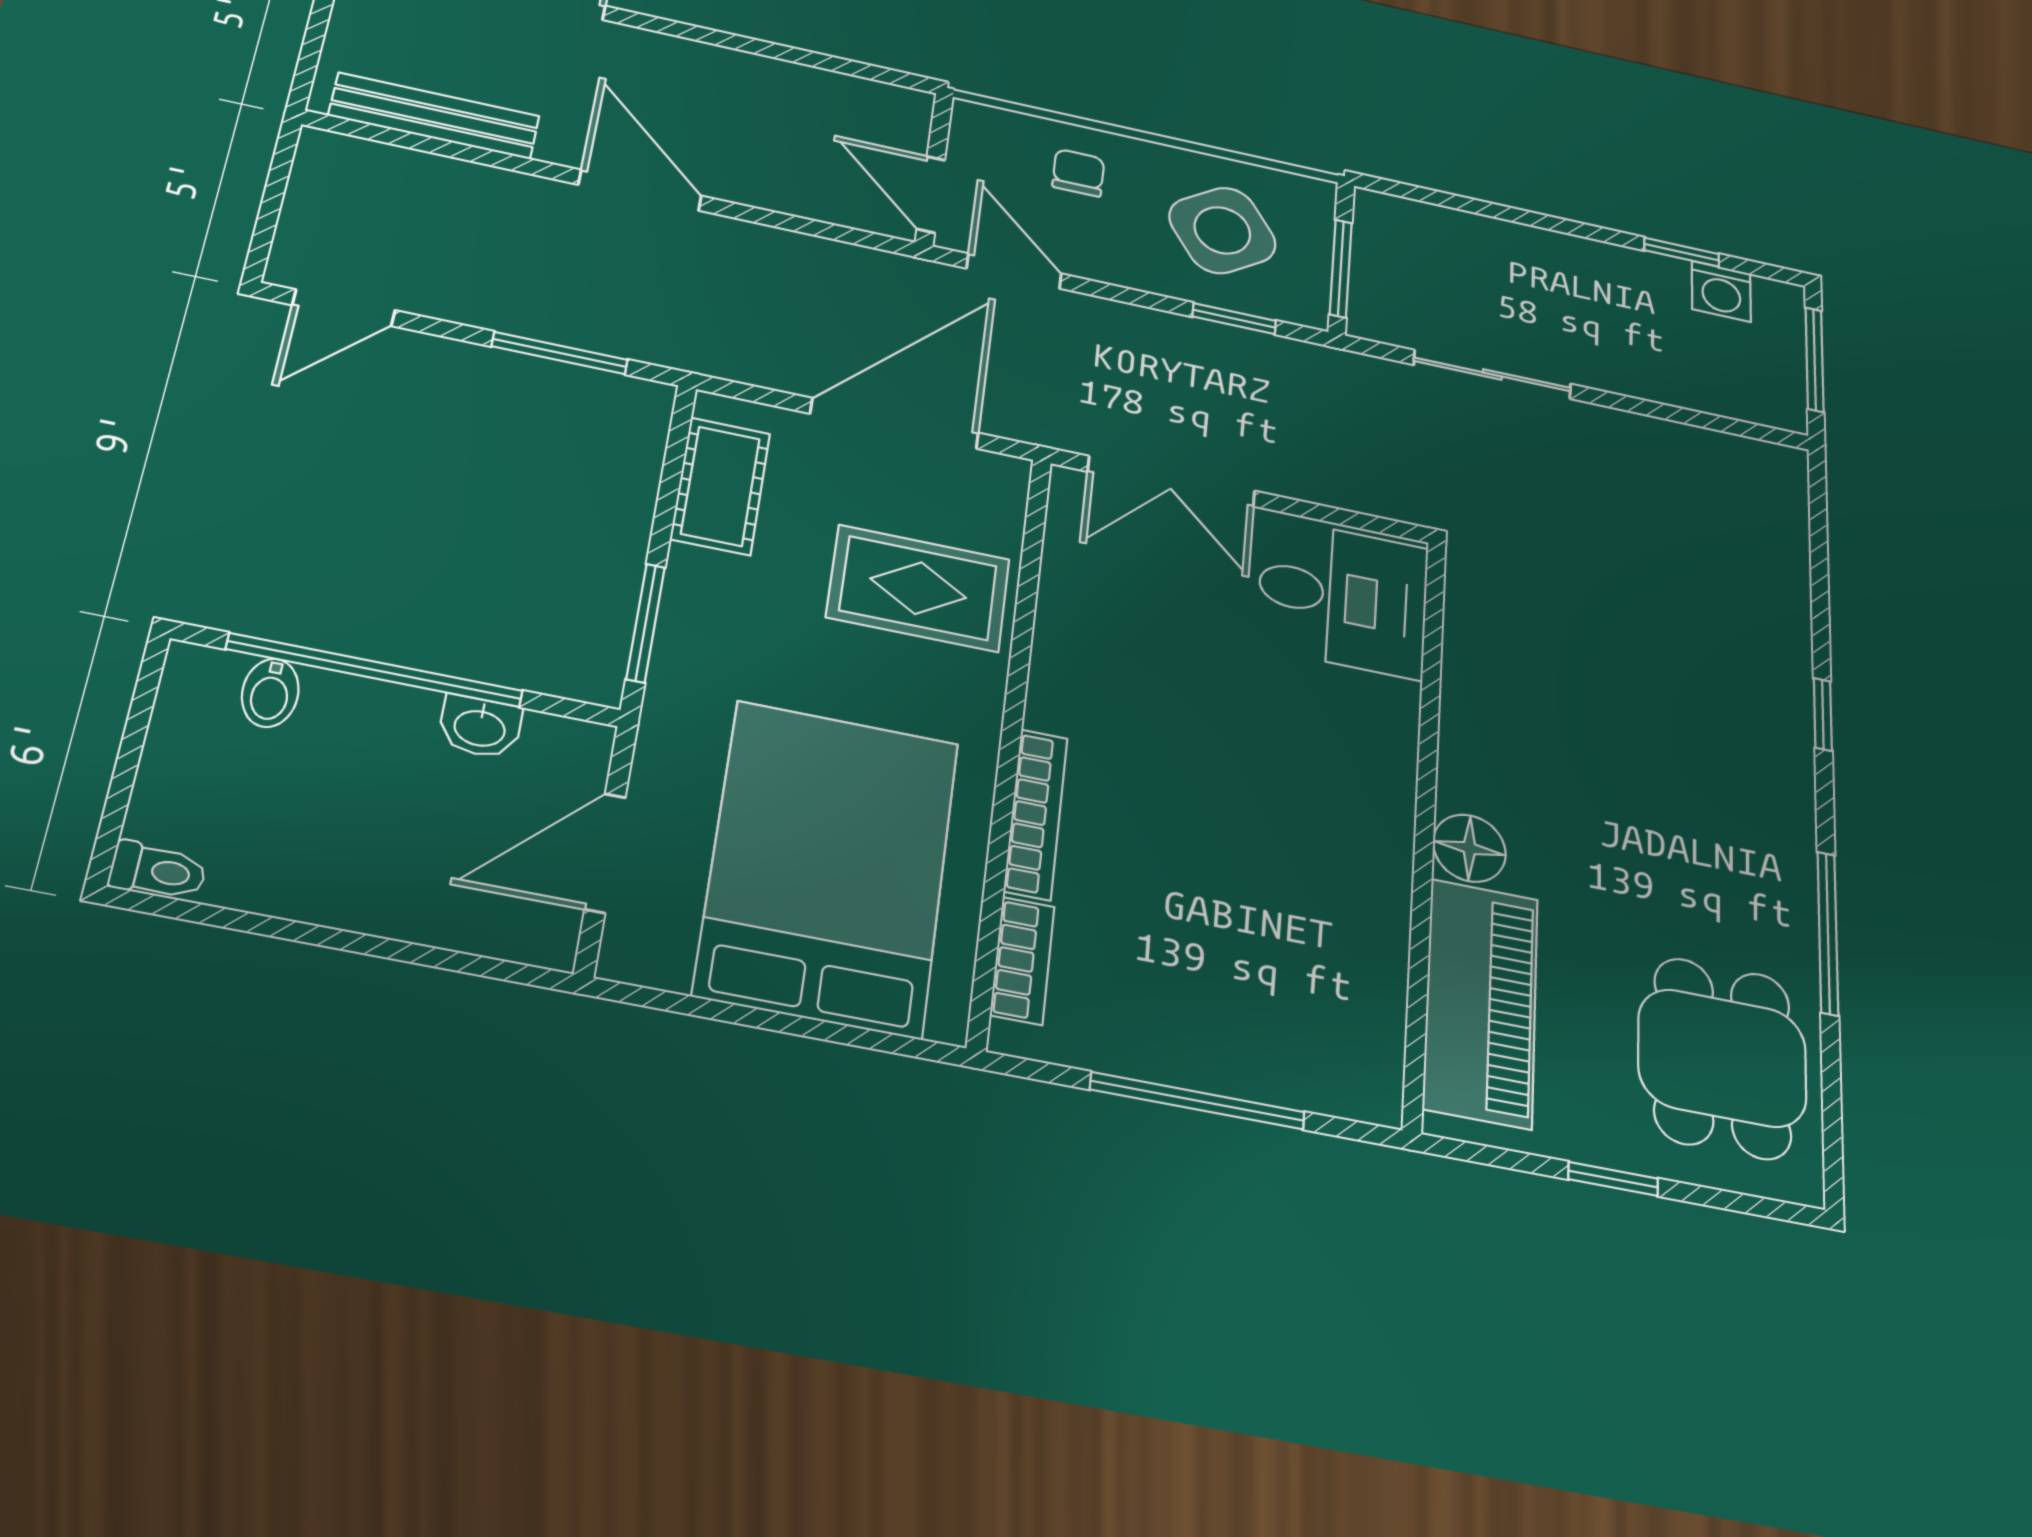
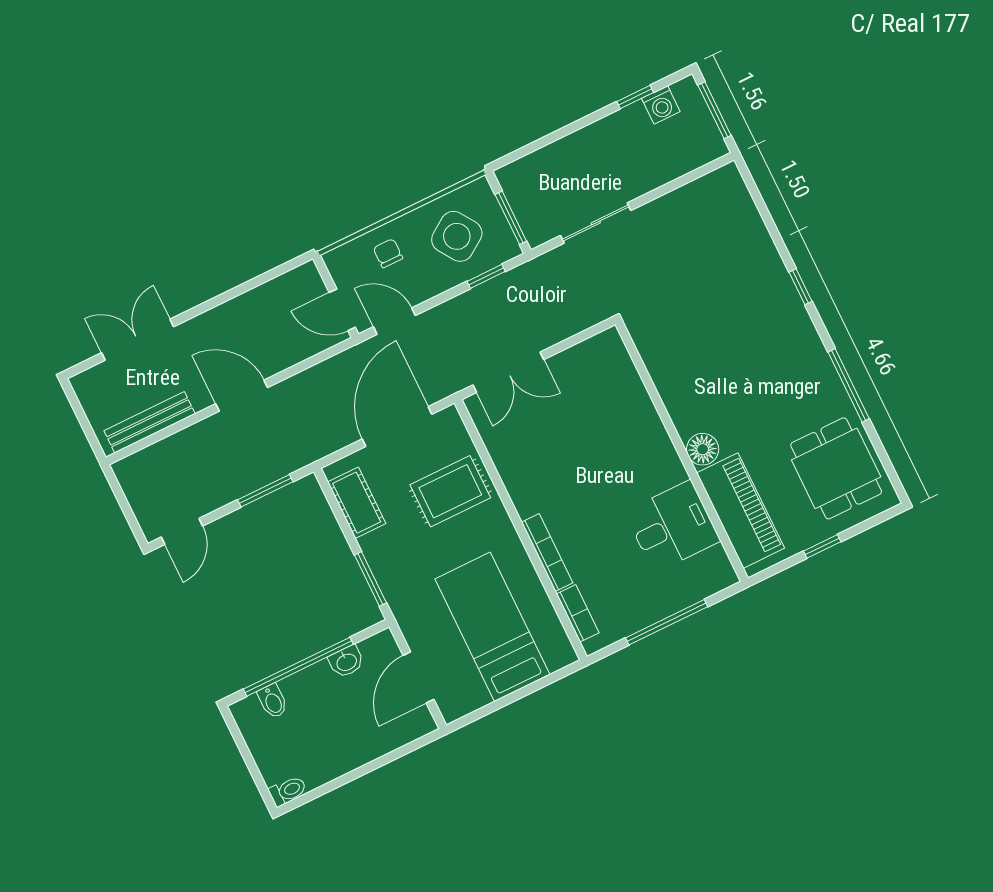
desk: (1343, 598) -> (672, 526), moved
bed: (828, 867) -> (492, 627), width x0.67

